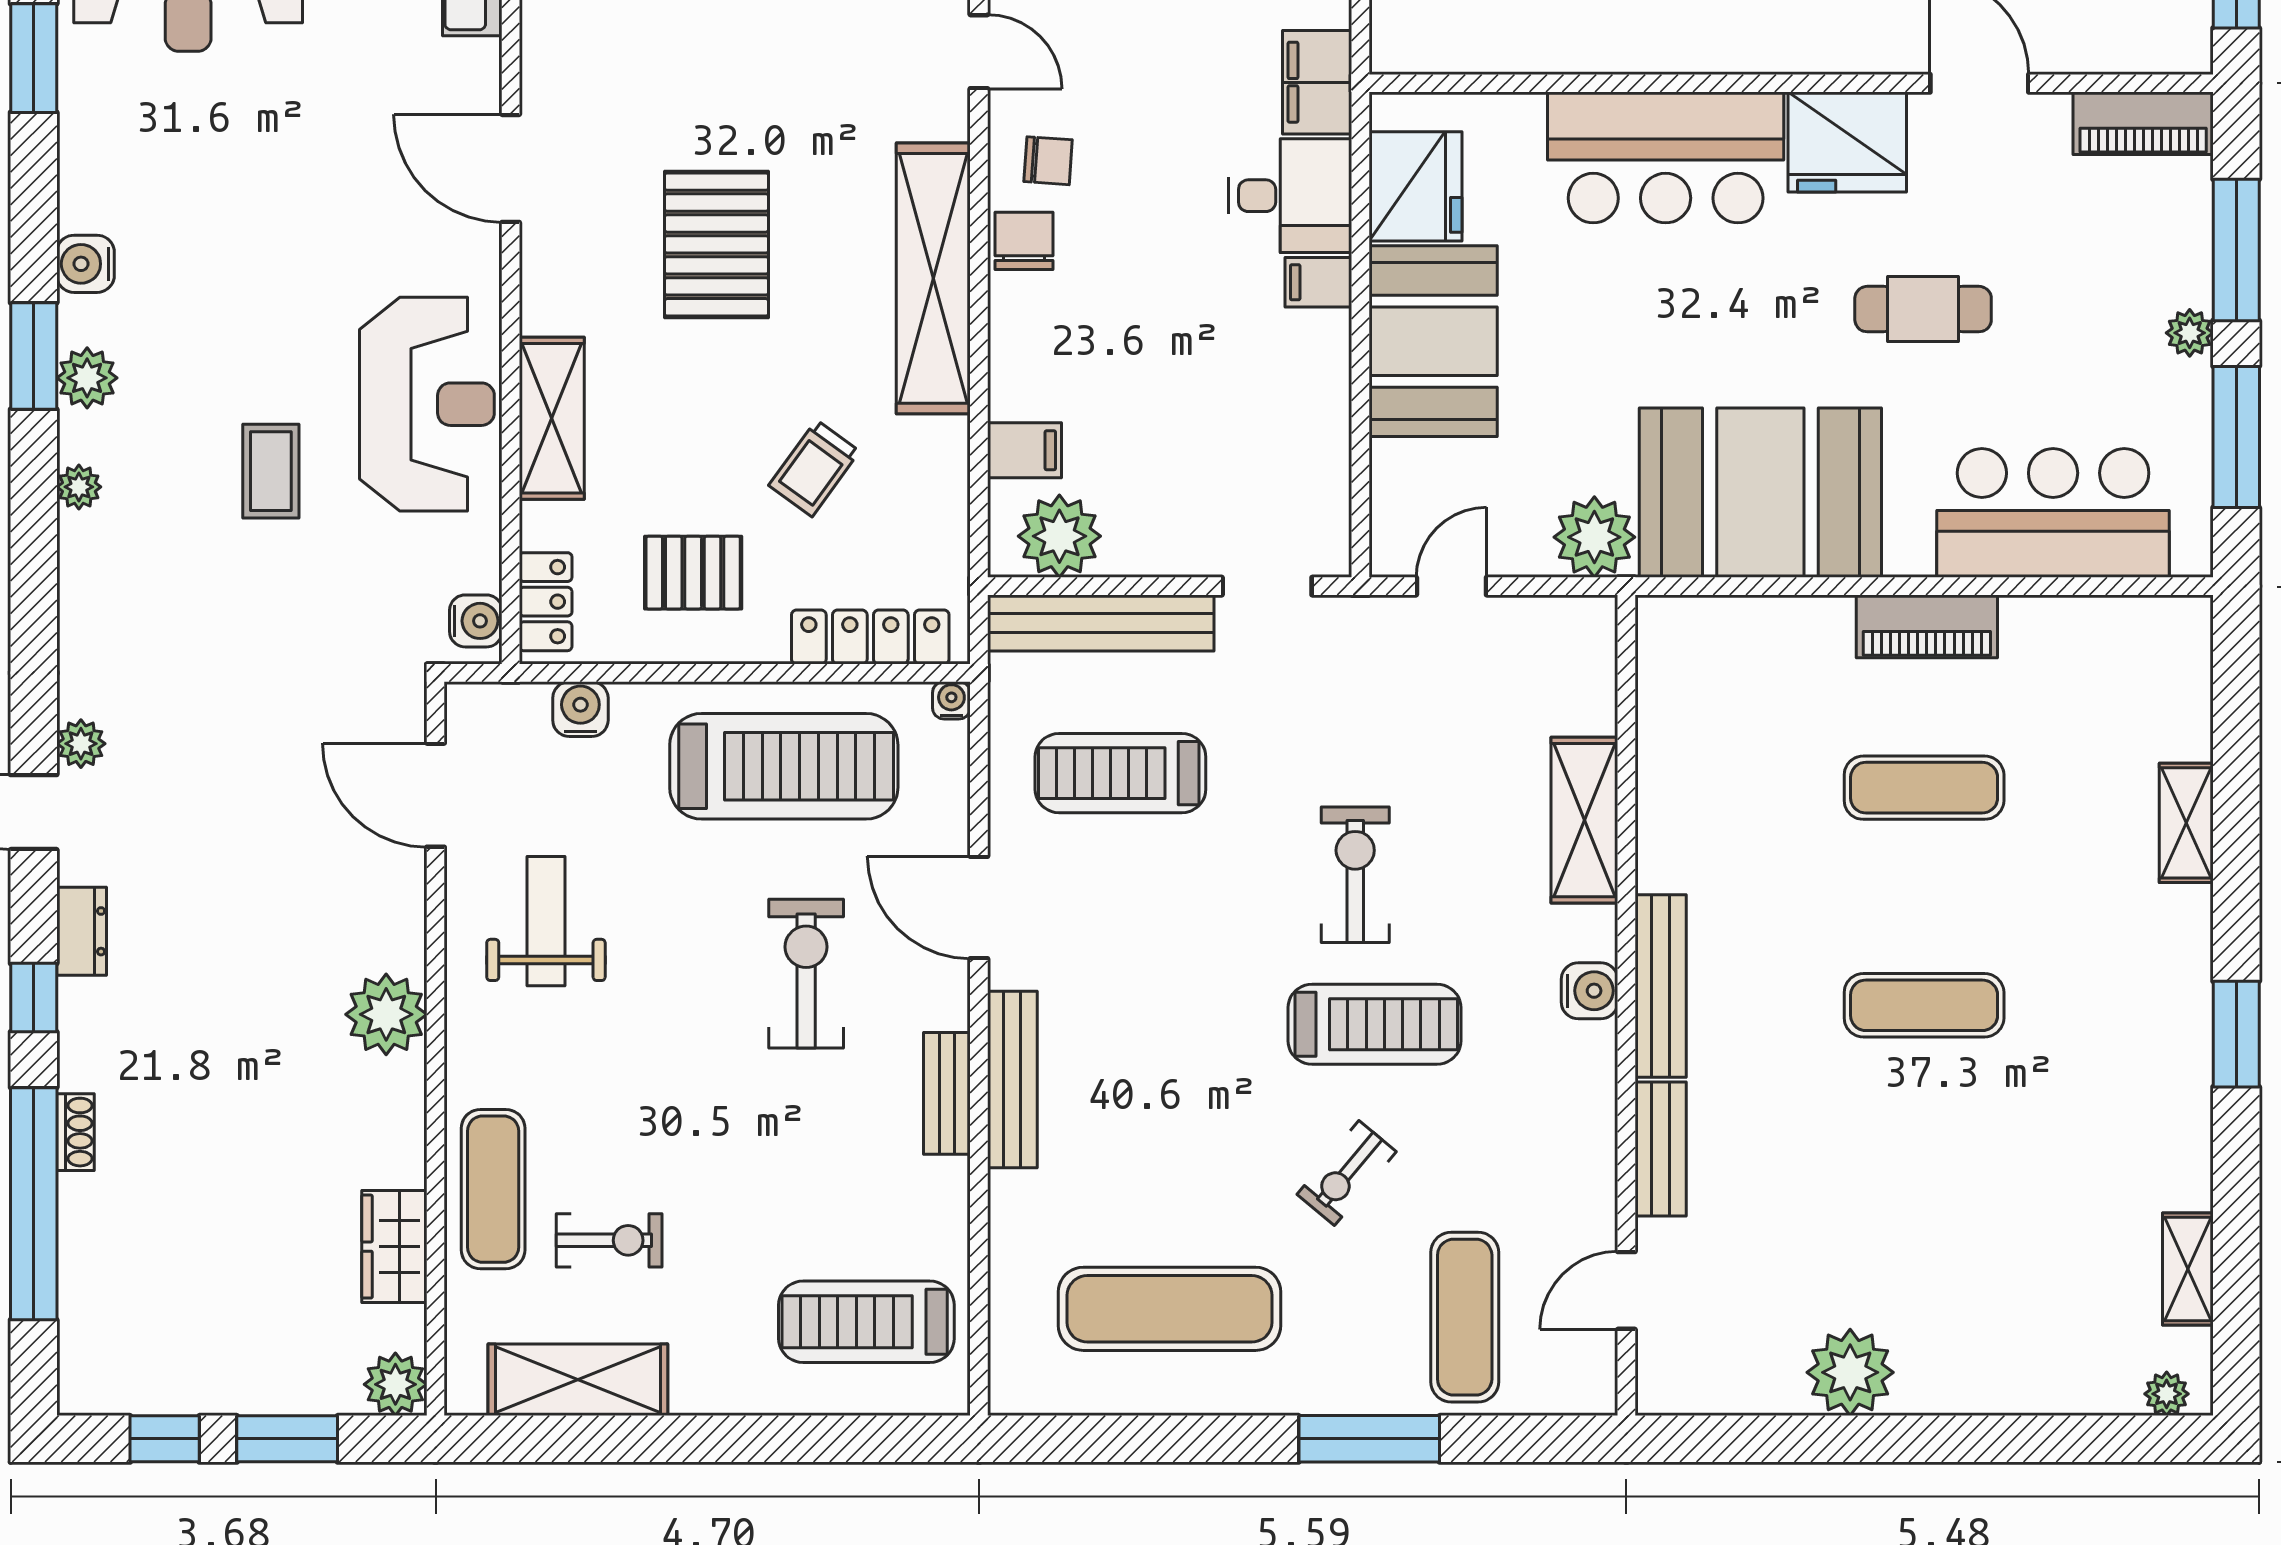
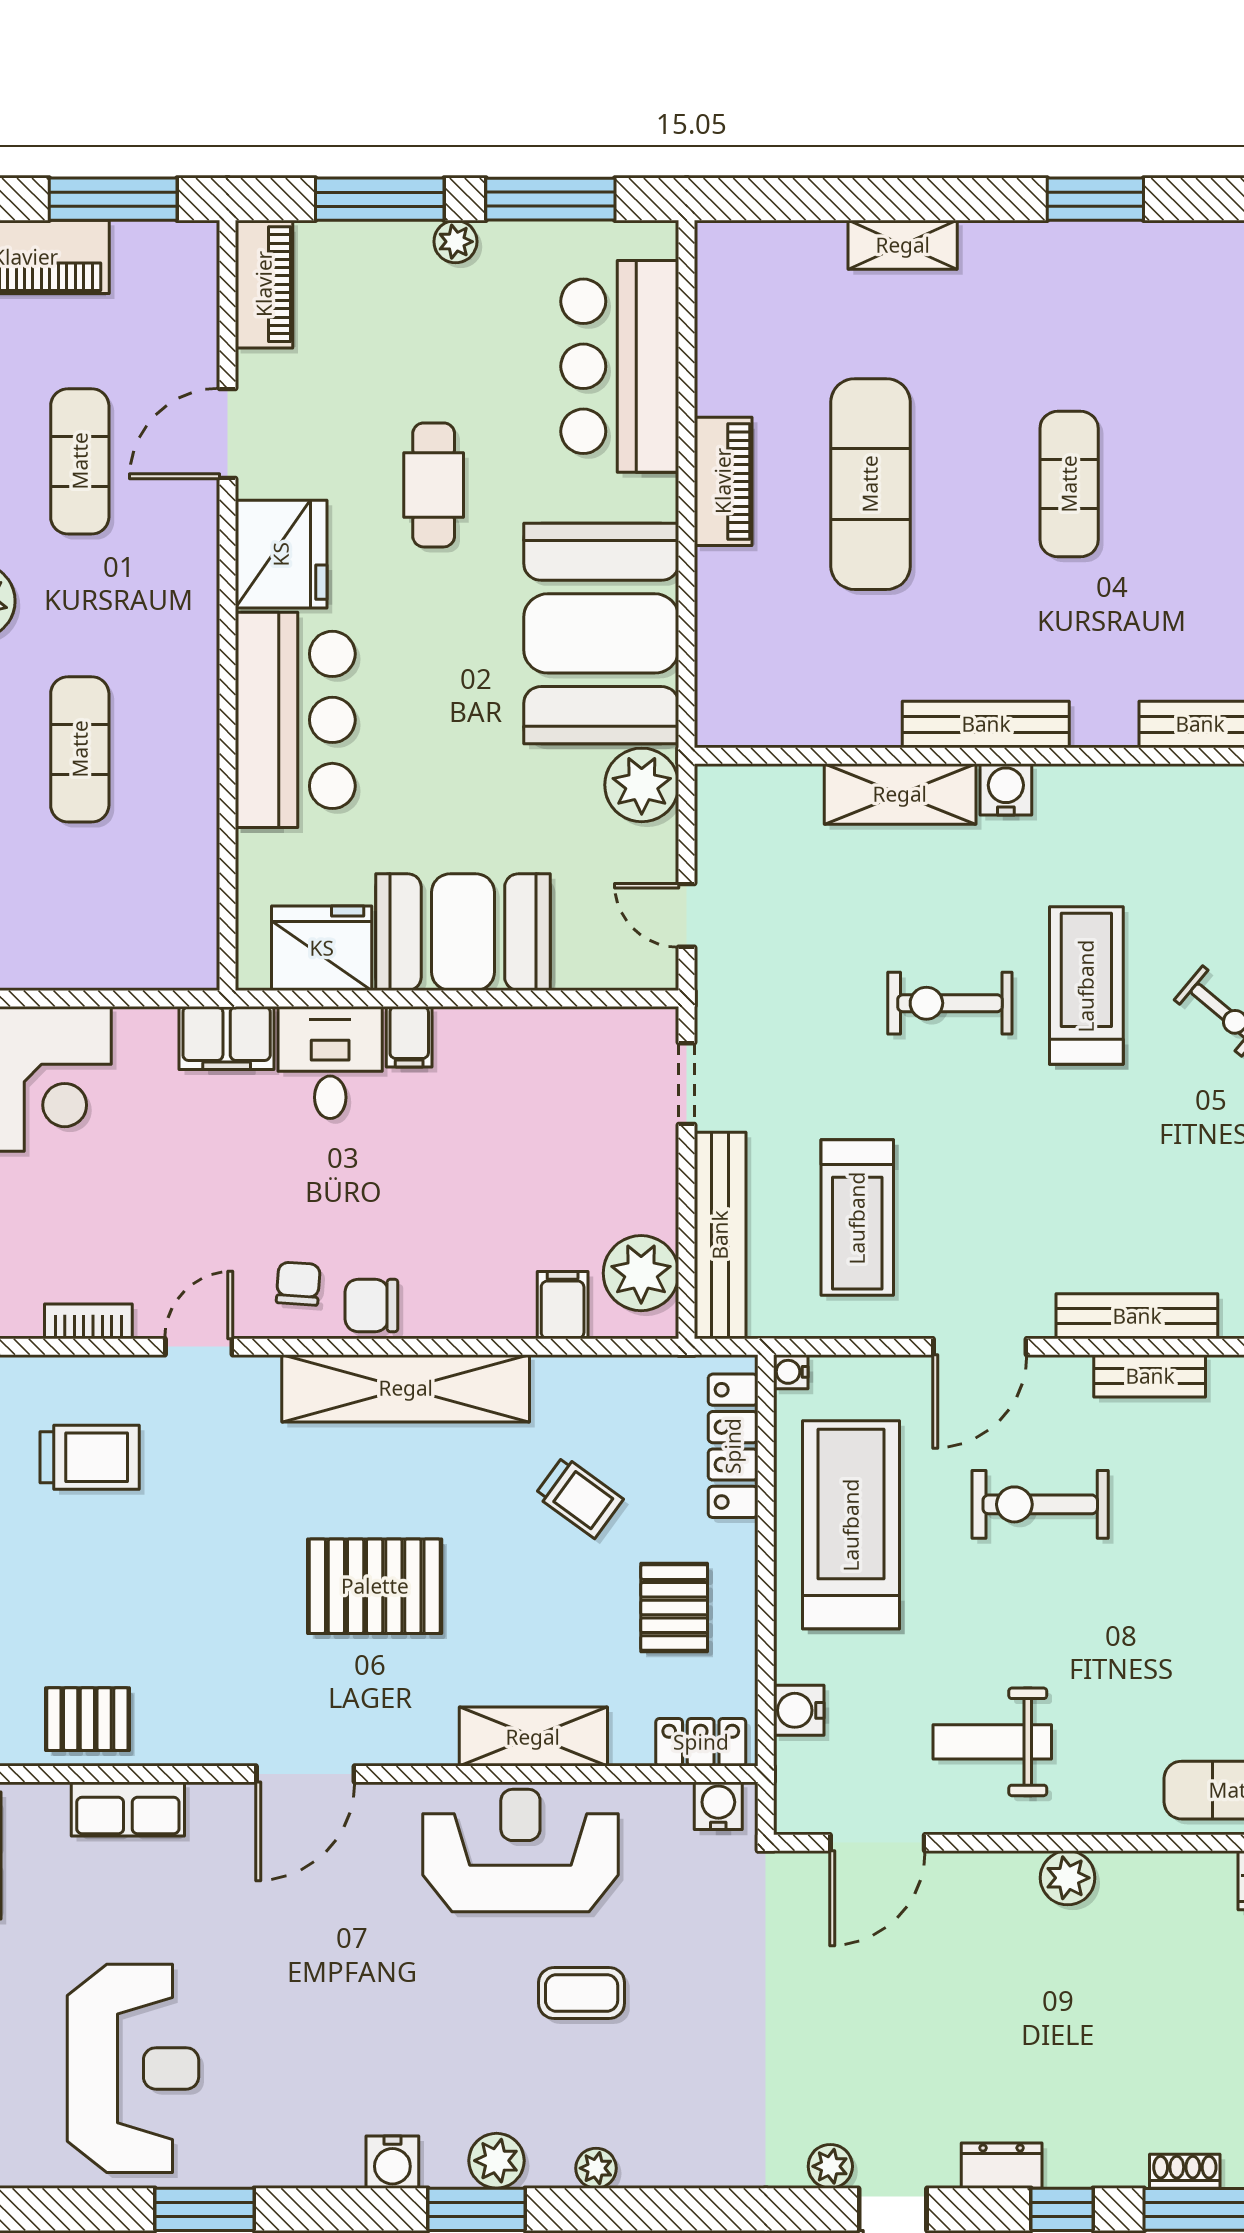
exercise mat: (1924, 788) -> (870, 484), width x1.36, depth x1.45
bench: (1661, 986) -> (986, 724), moved
water cooler: (1590, 991) -> (1006, 789), moved
plant: (386, 1014) -> (1068, 1878), width x0.73, depth x0.73

